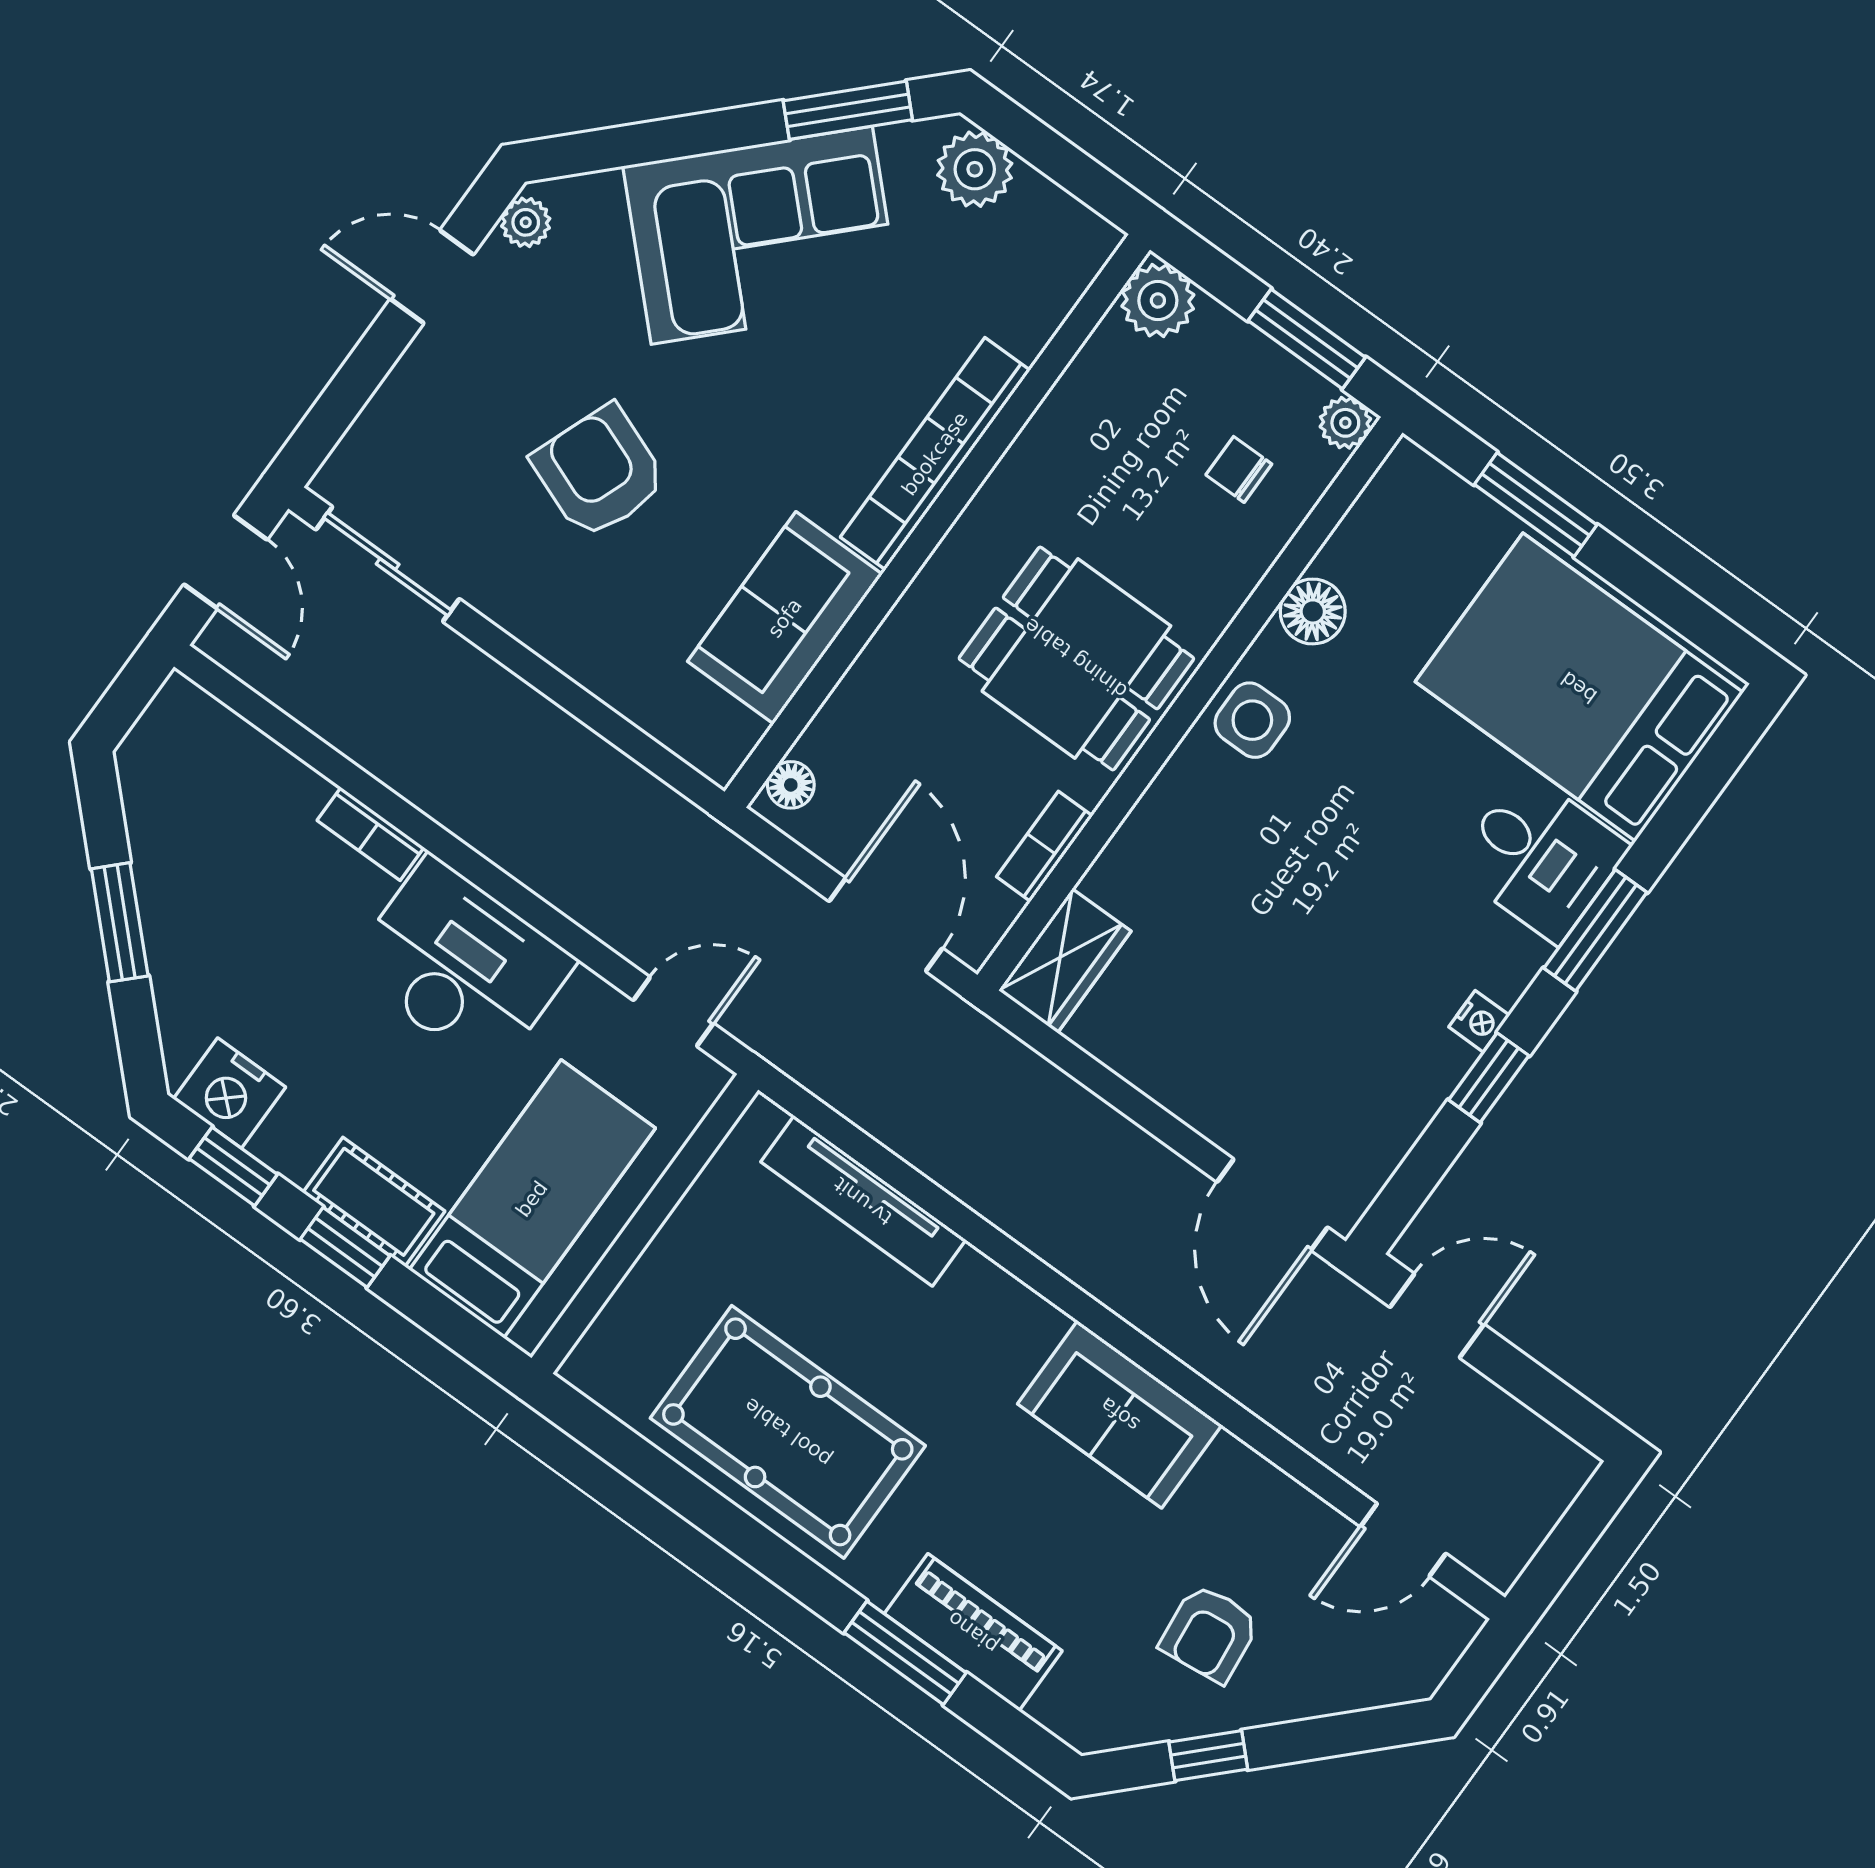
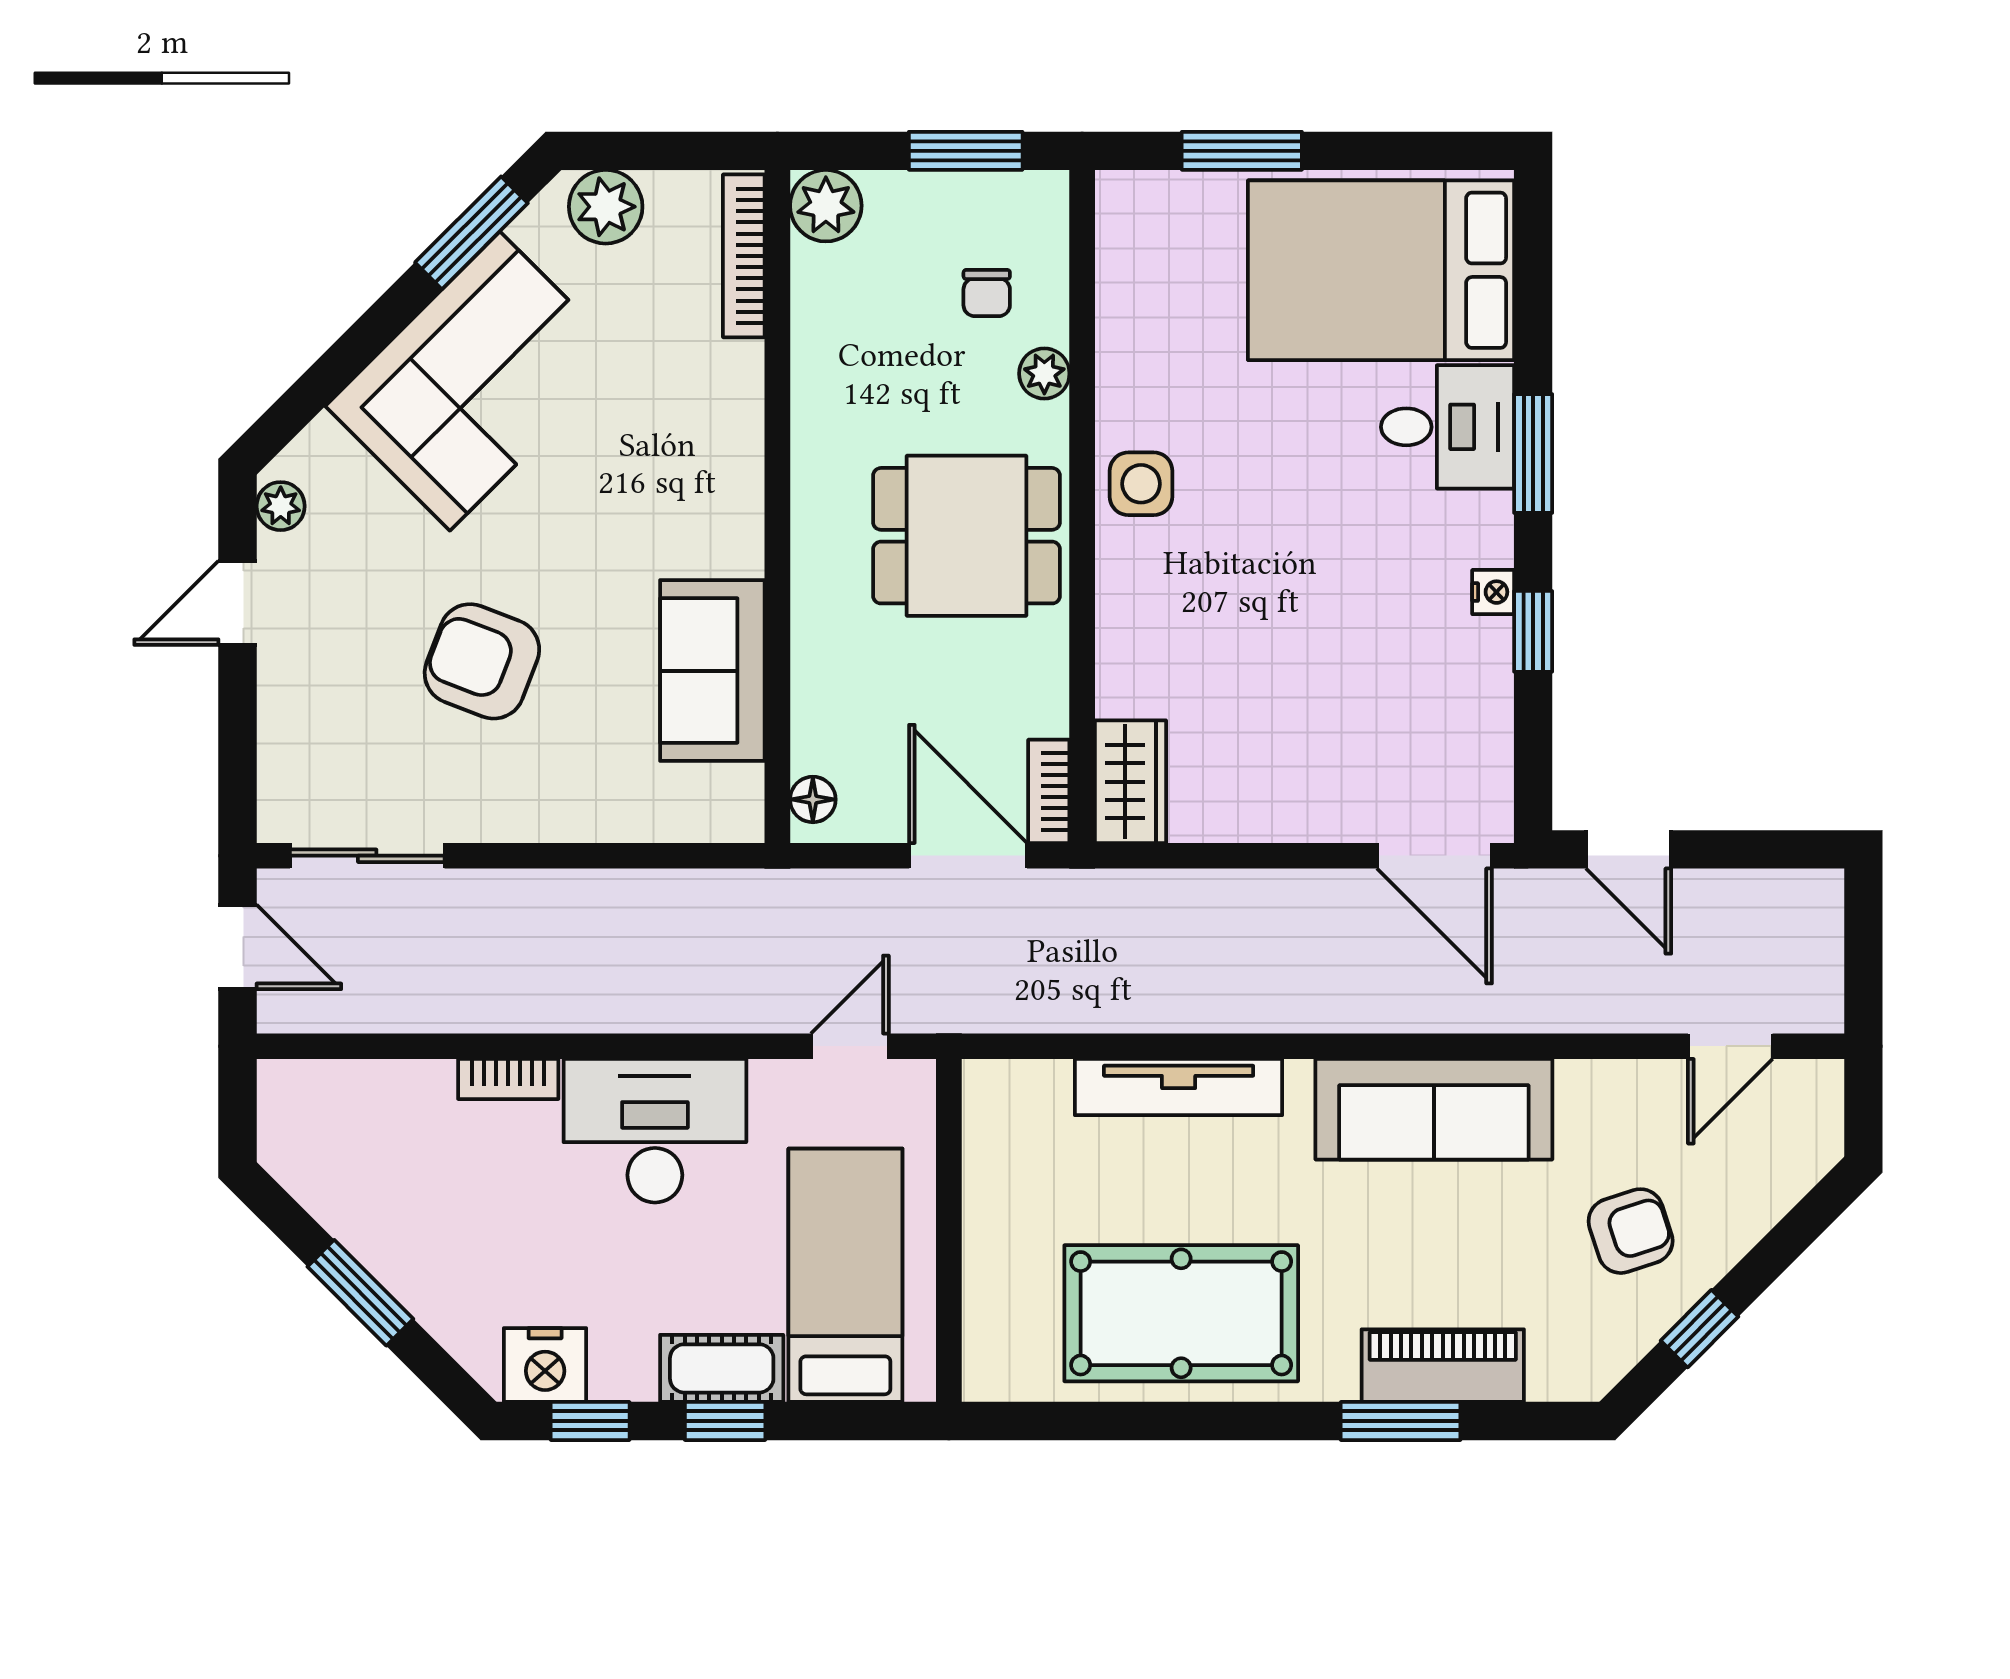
plant: (1345, 423) -> (1044, 374), moved
bookcase: (935, 454) -> (744, 256), moved, width x0.68, depth x0.76
chair: (1239, 469) -> (987, 293), turned -90
floor lamp: (1313, 611) -> (1127, 363), removed
bookcase: (1044, 846) -> (1049, 791), moved
tv unit: (863, 1201) -> (1179, 1087), moved
door: (1437, 1316) -> (1629, 849), swing flipped
sofa: (1120, 1414) -> (1434, 1109), width x1.36
armchair: (1210, 1633) -> (1631, 1231), turned -102

